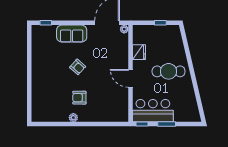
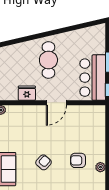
armchair: (79, 98) -> (78, 160), turned 90

